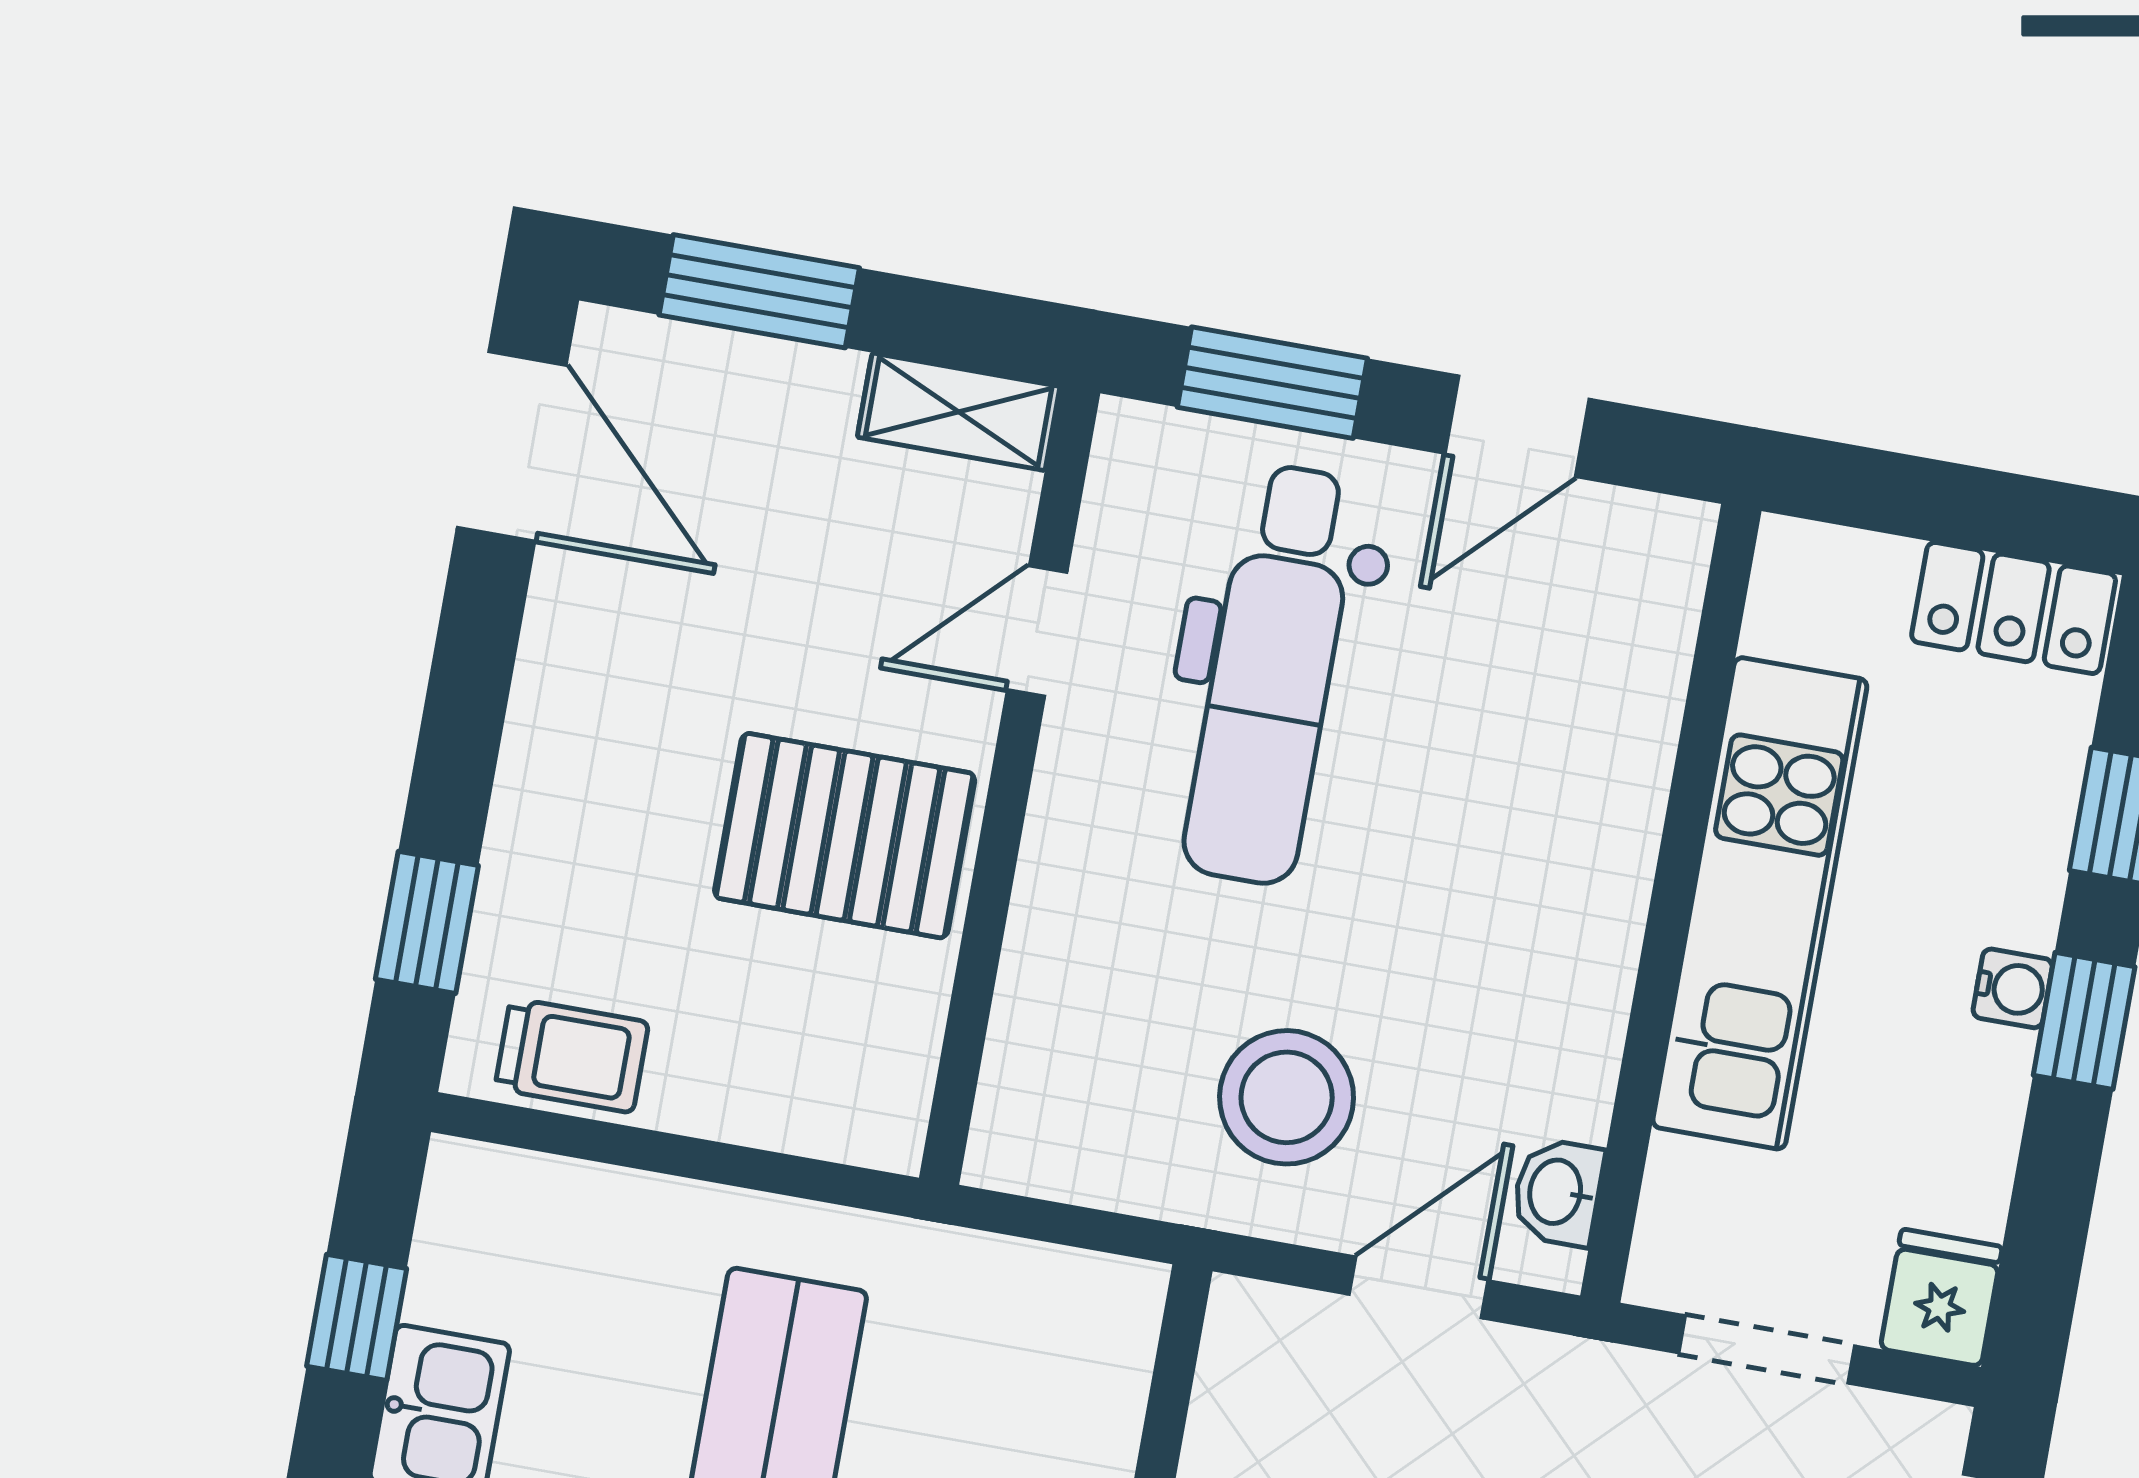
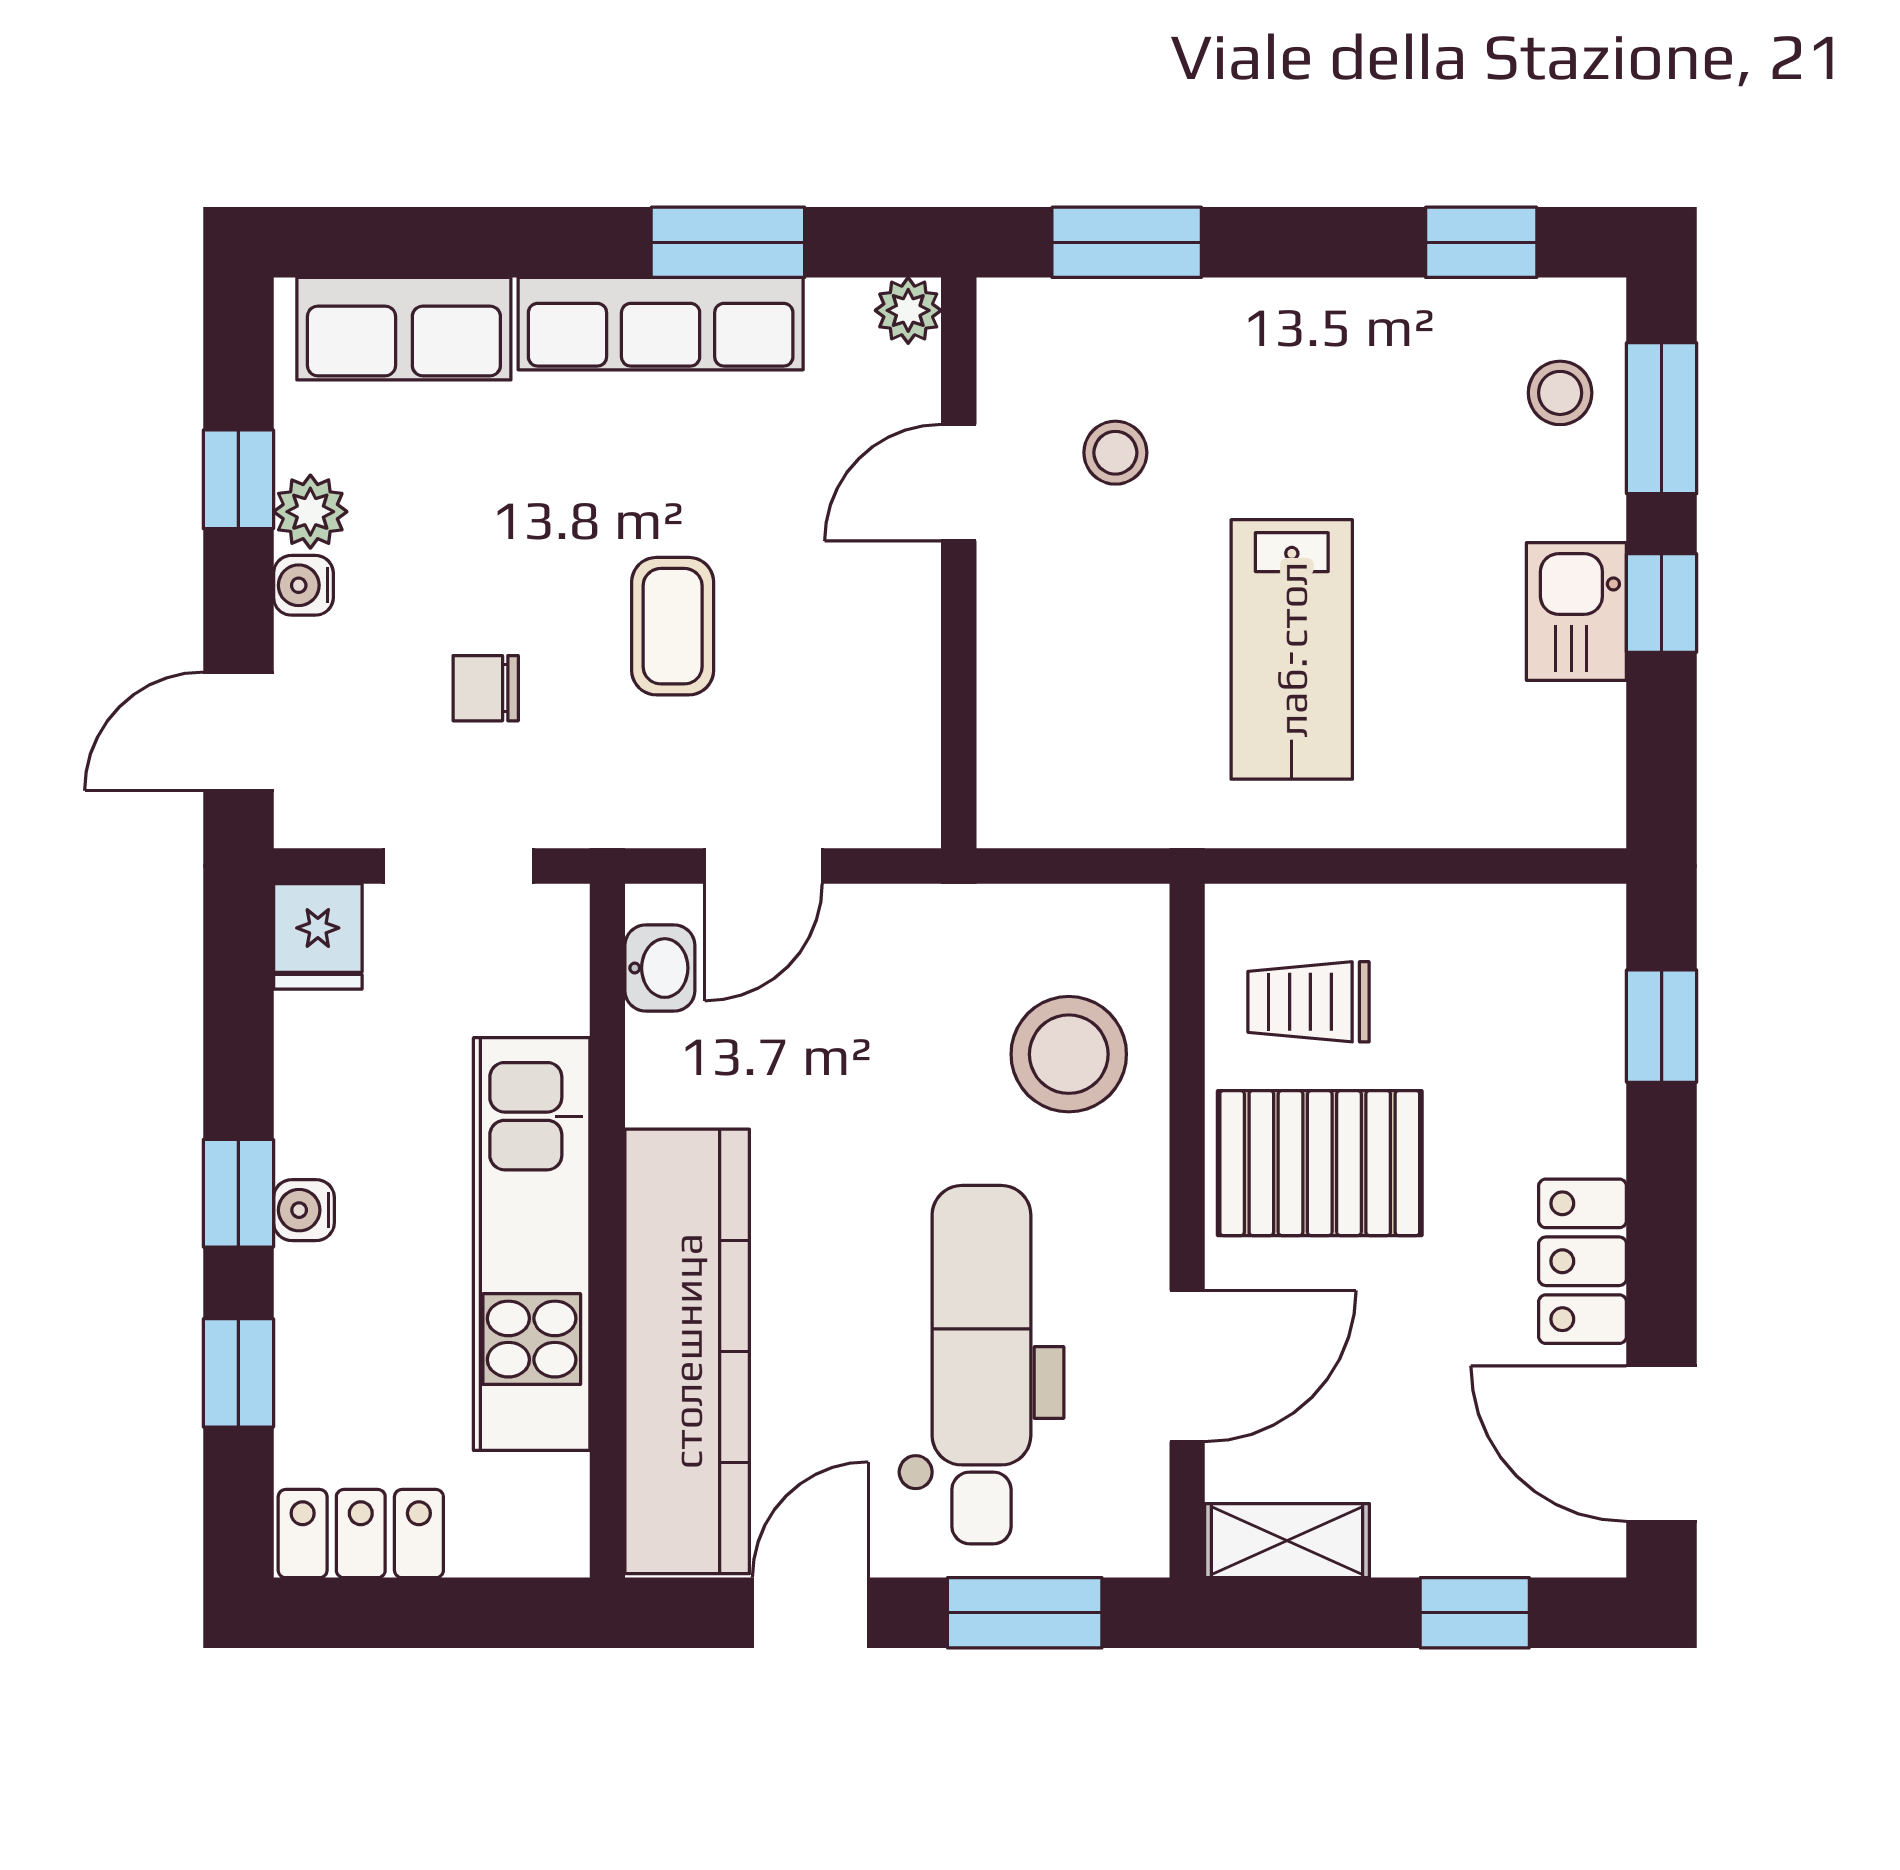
window: (759, 291) -> (1475, 1613), width x0.67
door: (1037, 631) -> (1187, 1366), width x1.38
locker: (565, 670) -> (1583, 1261), added
kitchen counter: (1604, 749) -> (687, 1351), added
trolley: (572, 1055) -> (1309, 1002), moved
stool: (1287, 1097) -> (1069, 1054), moved
window: (357, 1317) -> (1662, 603), moved

